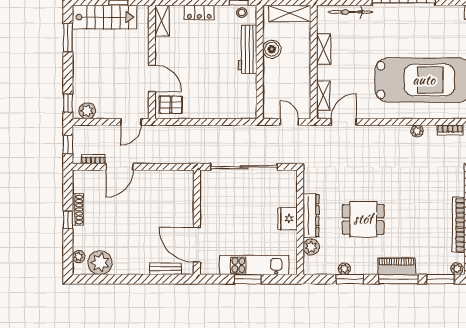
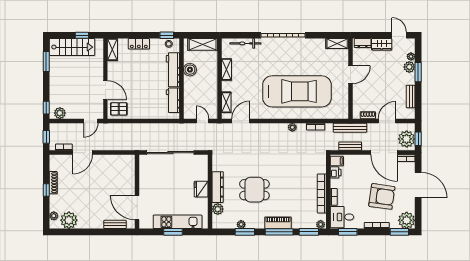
workbench: (248, 93) -> (173, 100), added

